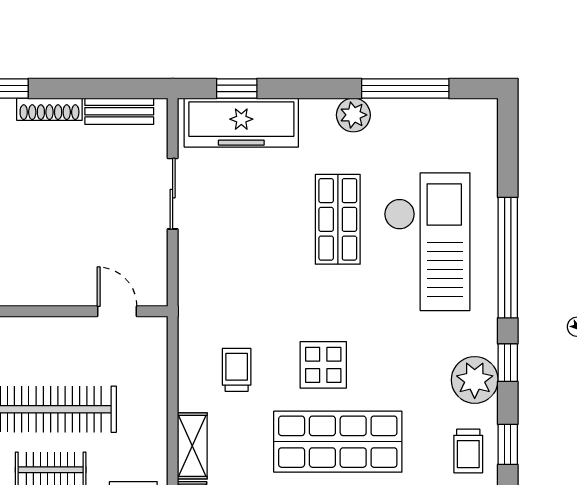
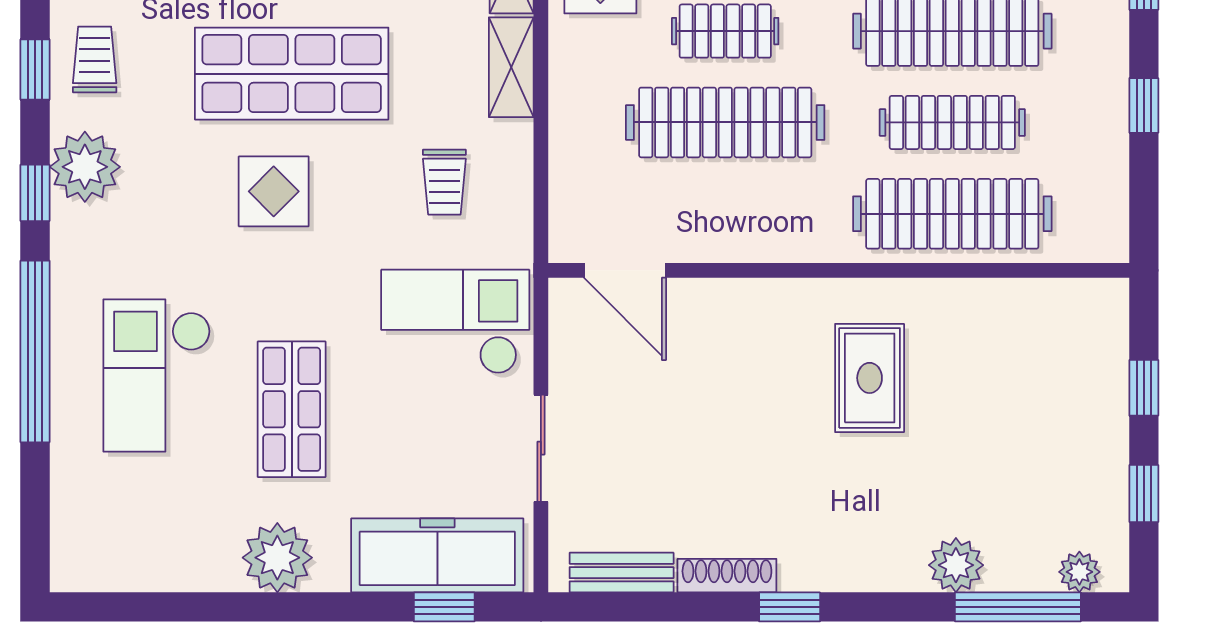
window: (405, 88) -> (190, 607), removed
plant: (353, 115) -> (277, 558), width x1.36, depth x1.36
checkout: (427, 242) -> (157, 376), width x0.73, depth x0.83
checkout: (229, 277) -> (455, 322), added
door: (117, 311) -> (625, 270), width x1.38
display table: (323, 365) -> (274, 191), moved

